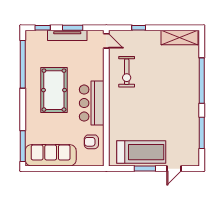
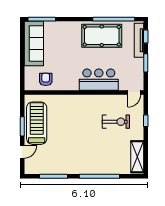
tv unit: (67, 35) -> (139, 40), moved
exercise bike: (127, 72) -> (116, 122), moved, turned 180
pool table: (54, 90) -> (102, 36), moved
bar counter: (92, 103) -> (99, 80), moved
treadmill: (141, 152) -> (37, 123), turned 180
door: (174, 169) -> (22, 152), swing flipped

